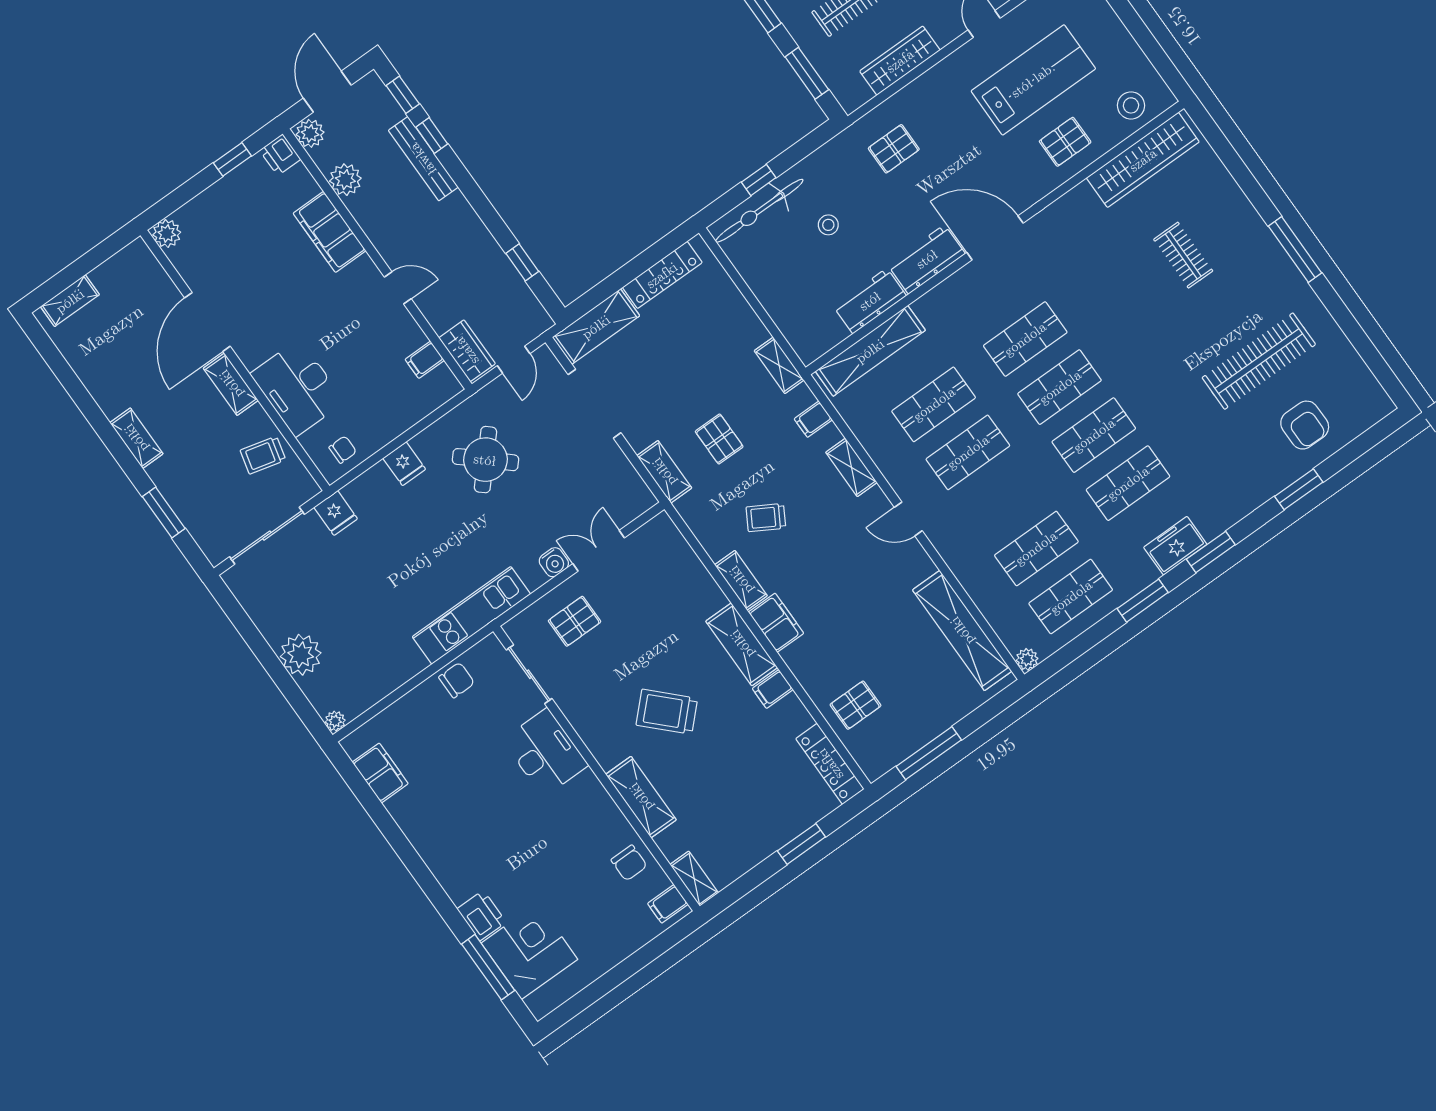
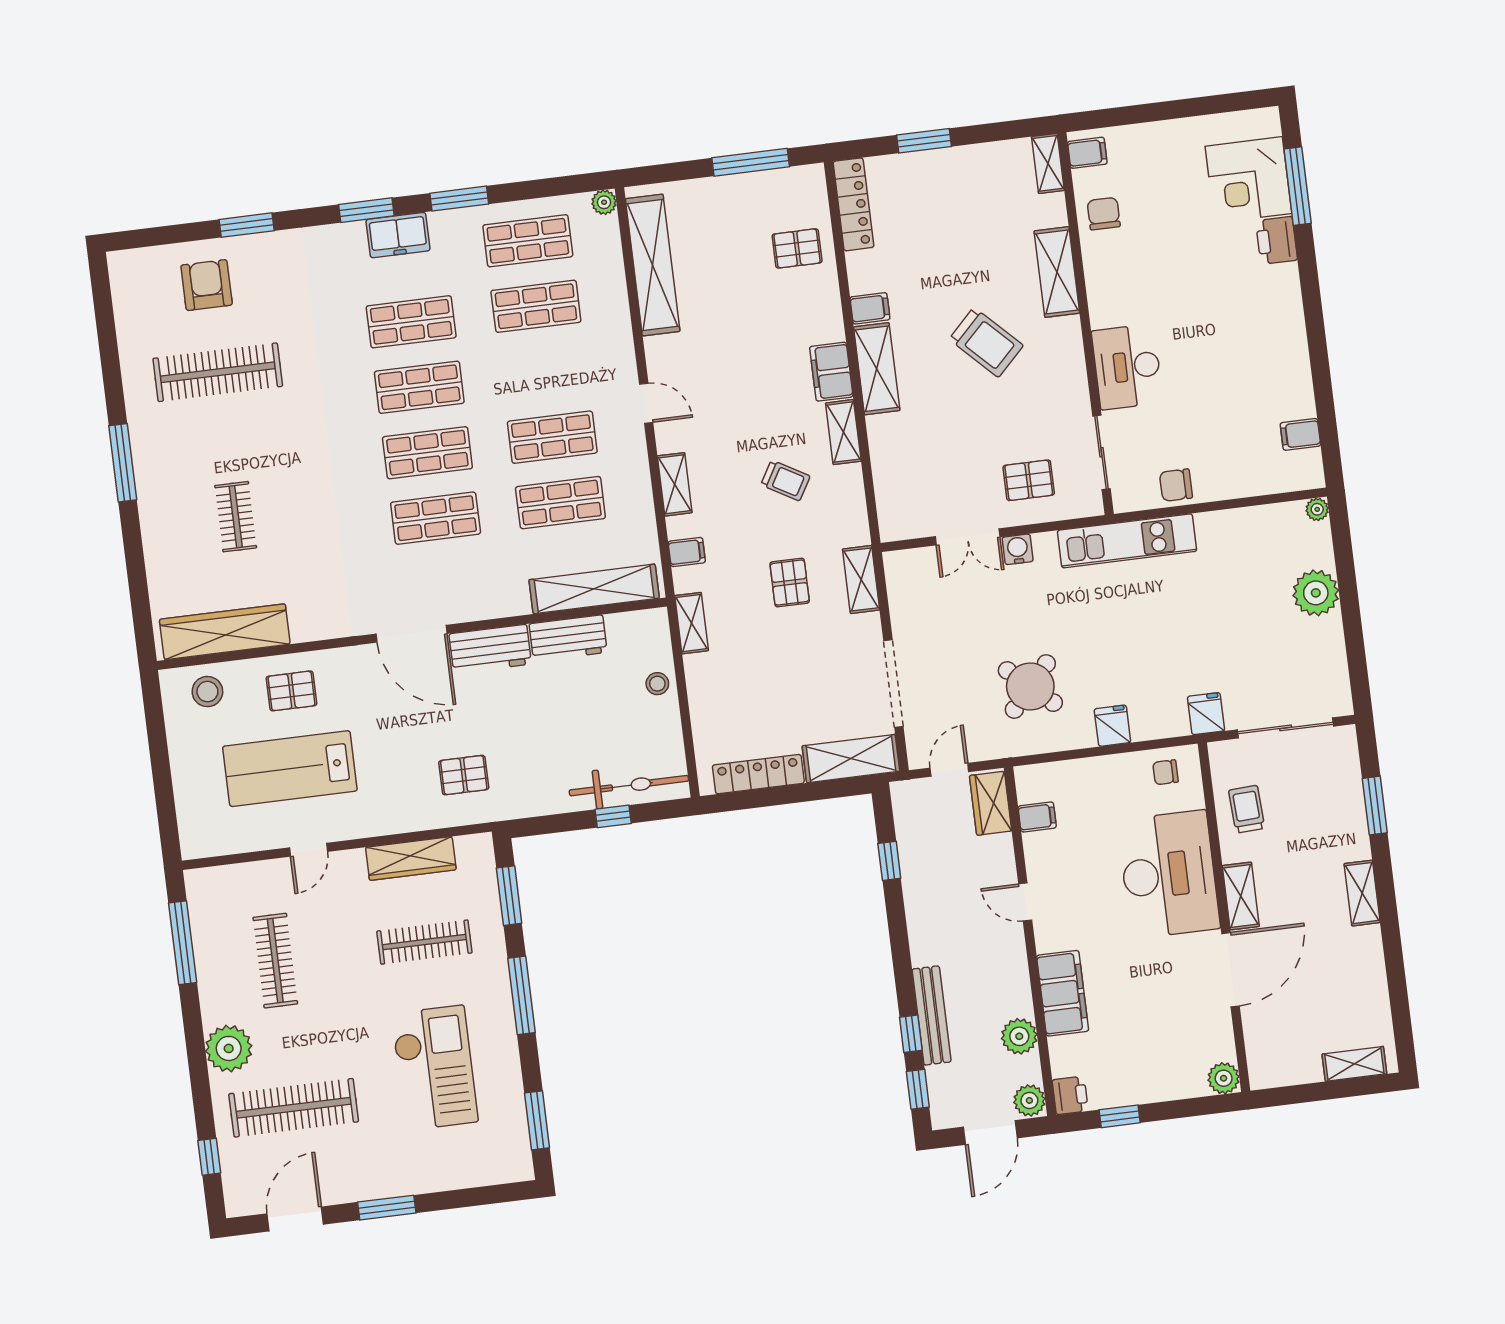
stool: (828, 225) -> (657, 684), moved
desk: (297, 388) -> (1169, 874), width x1.36, depth x1.30
trolley: (263, 455) -> (1247, 809), turned -107
filing cabinet: (380, 773) -> (1300, 434), width x0.50

